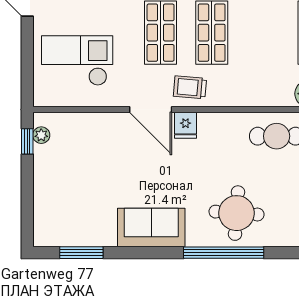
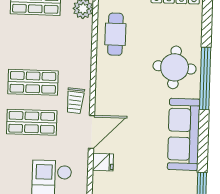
fridge: (186, 125) -> (103, 162), moved
sofa: (151, 228) -> (184, 134), width x1.36

